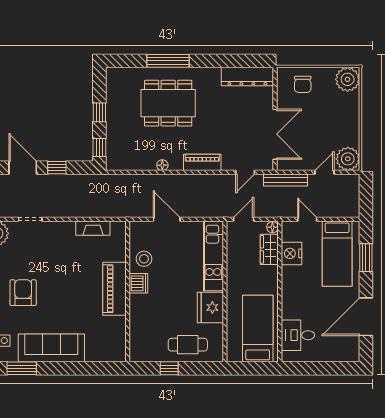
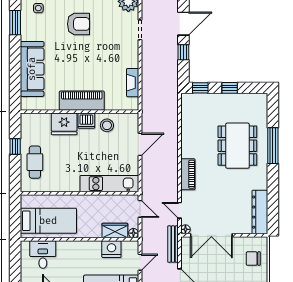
floor lamp: (162, 165) -> (185, 229), moved
fridge: (210, 307) -> (64, 124), moved, turned 180
sofa: (51, 348) -> (32, 69), moved

